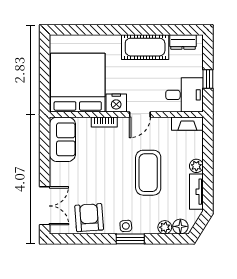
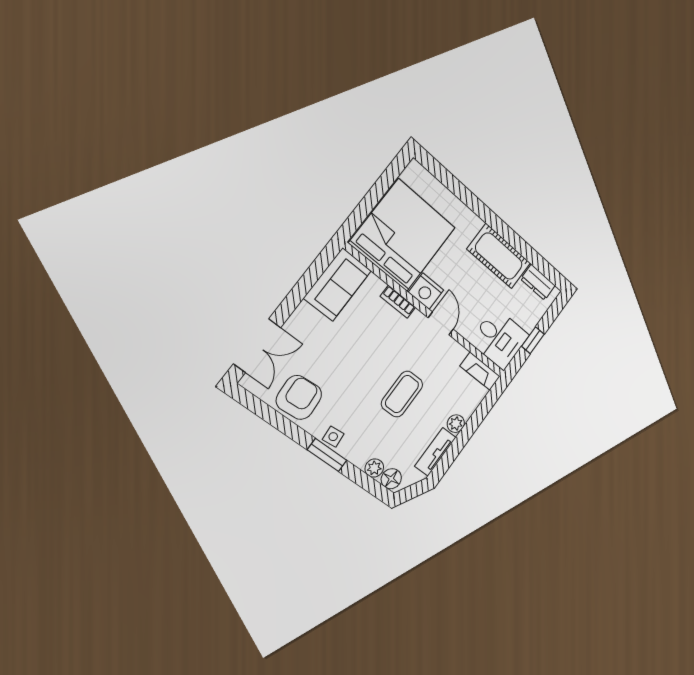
door: (140, 114) -> (441, 324), swing flipped
coffee table: (148, 173) -> (402, 394), width x0.73, depth x0.76

